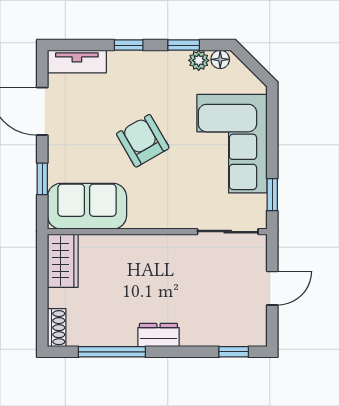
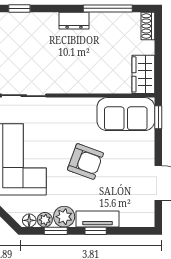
tv unit: (77, 61) -> (98, 219), moved
plant: (172, 65) -> (64, 217), added
armchair: (143, 141) -> (85, 161), turned -40
window: (42, 179) -> (158, 117), moved

